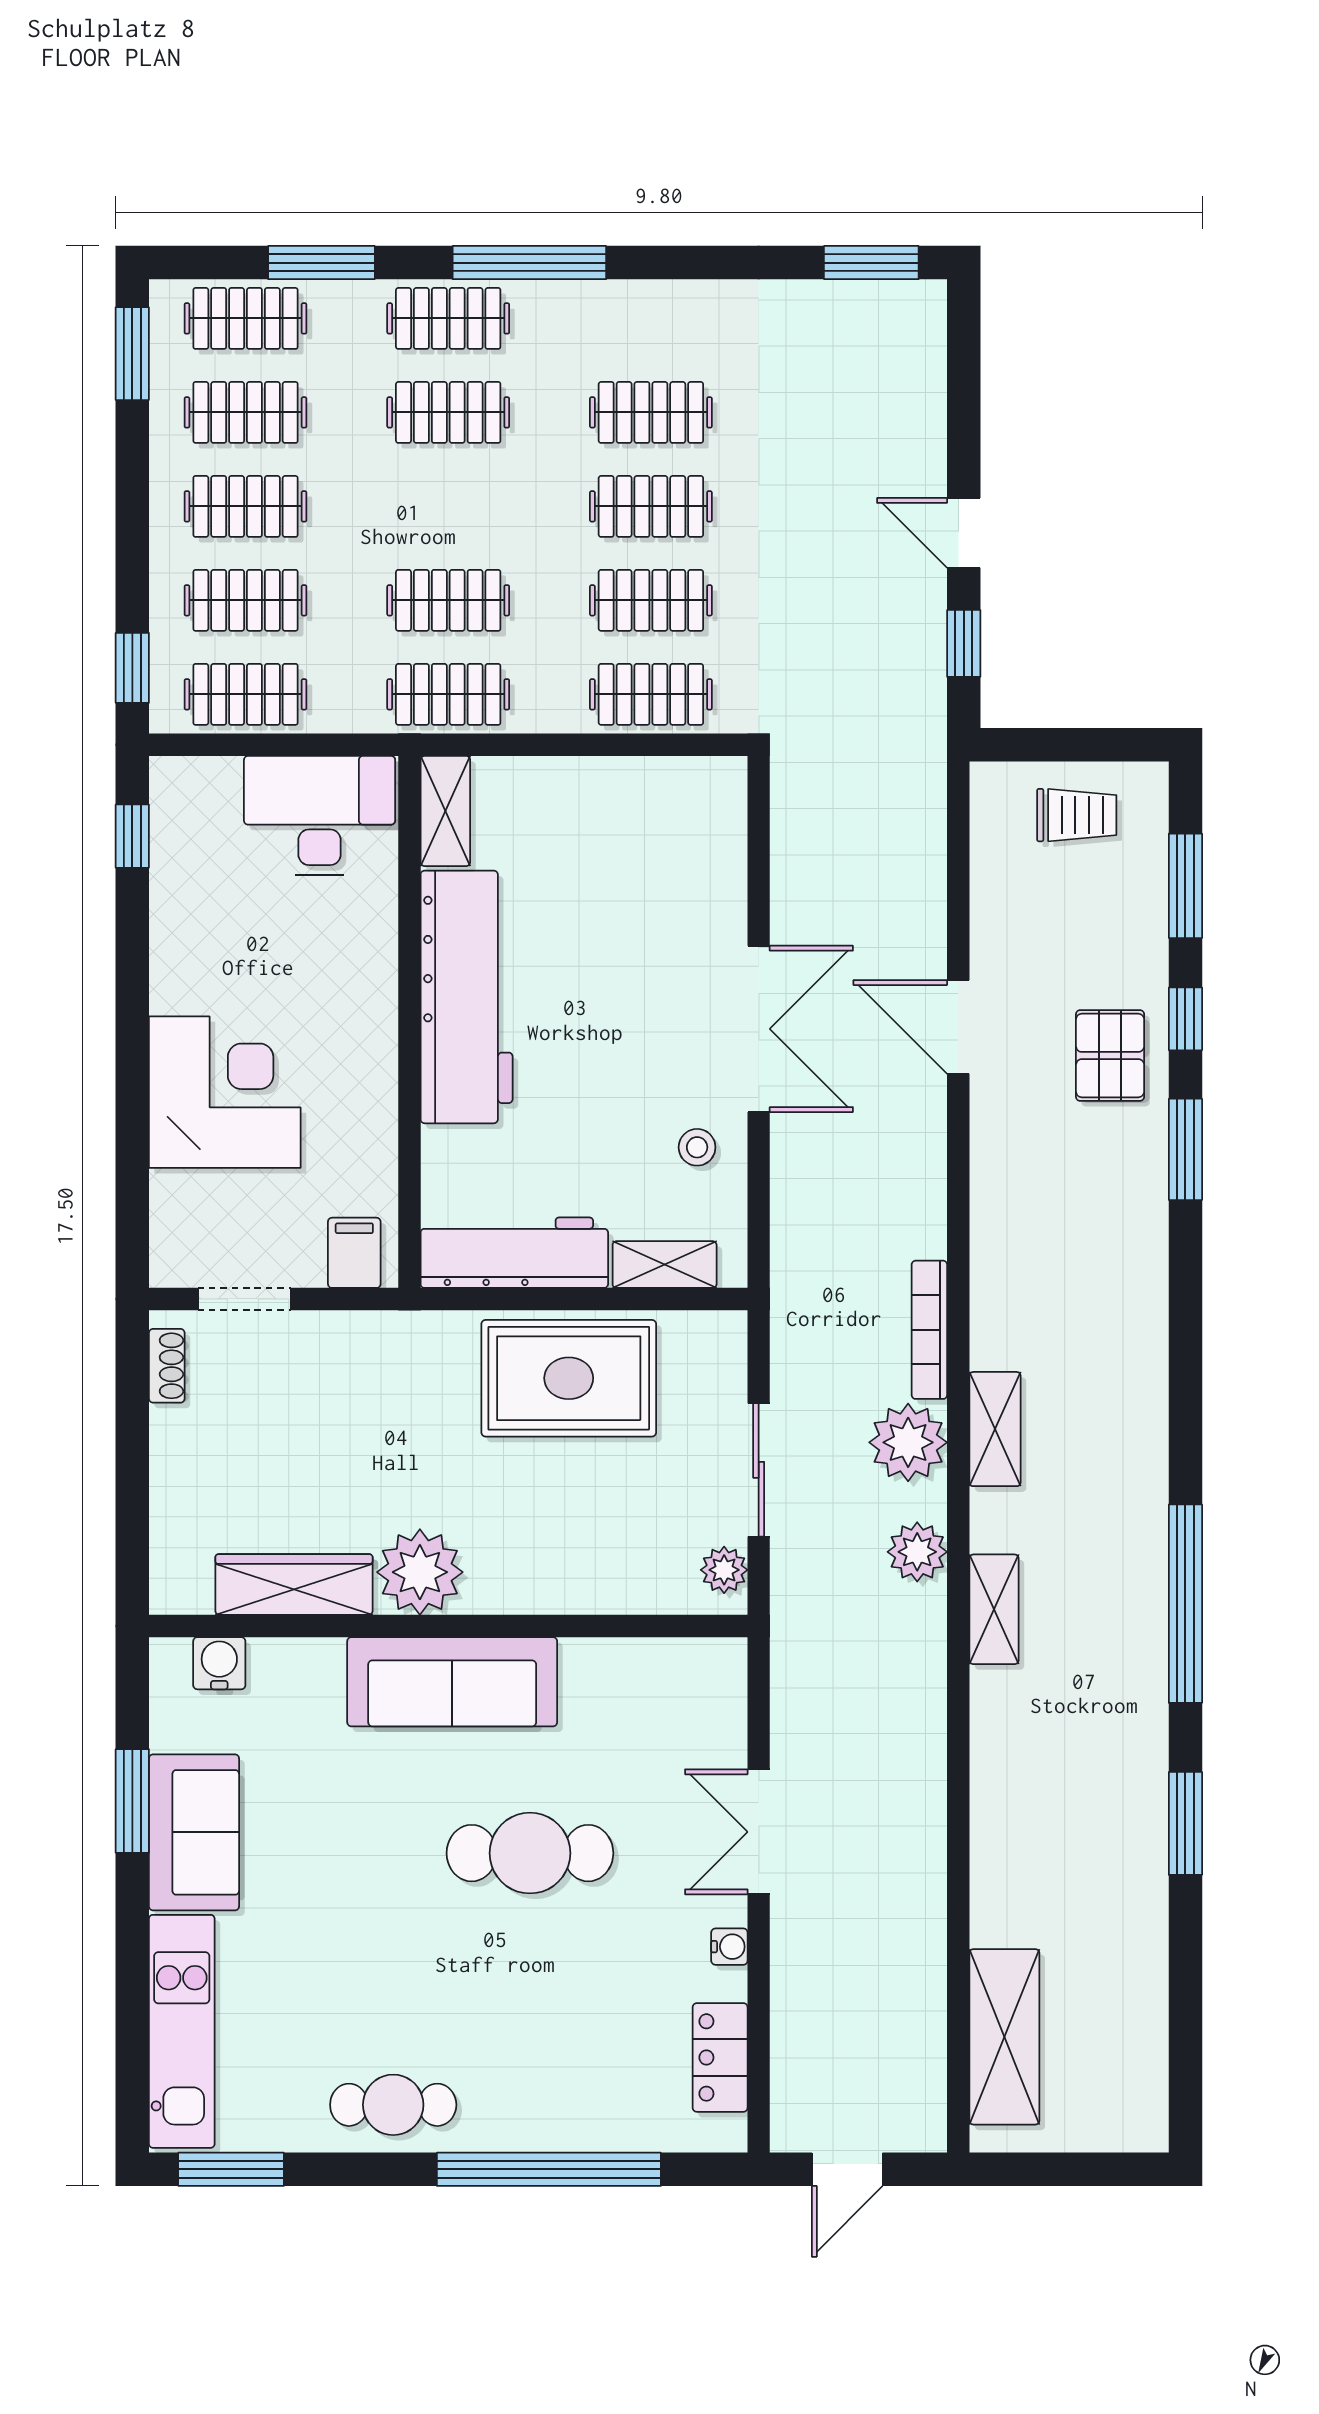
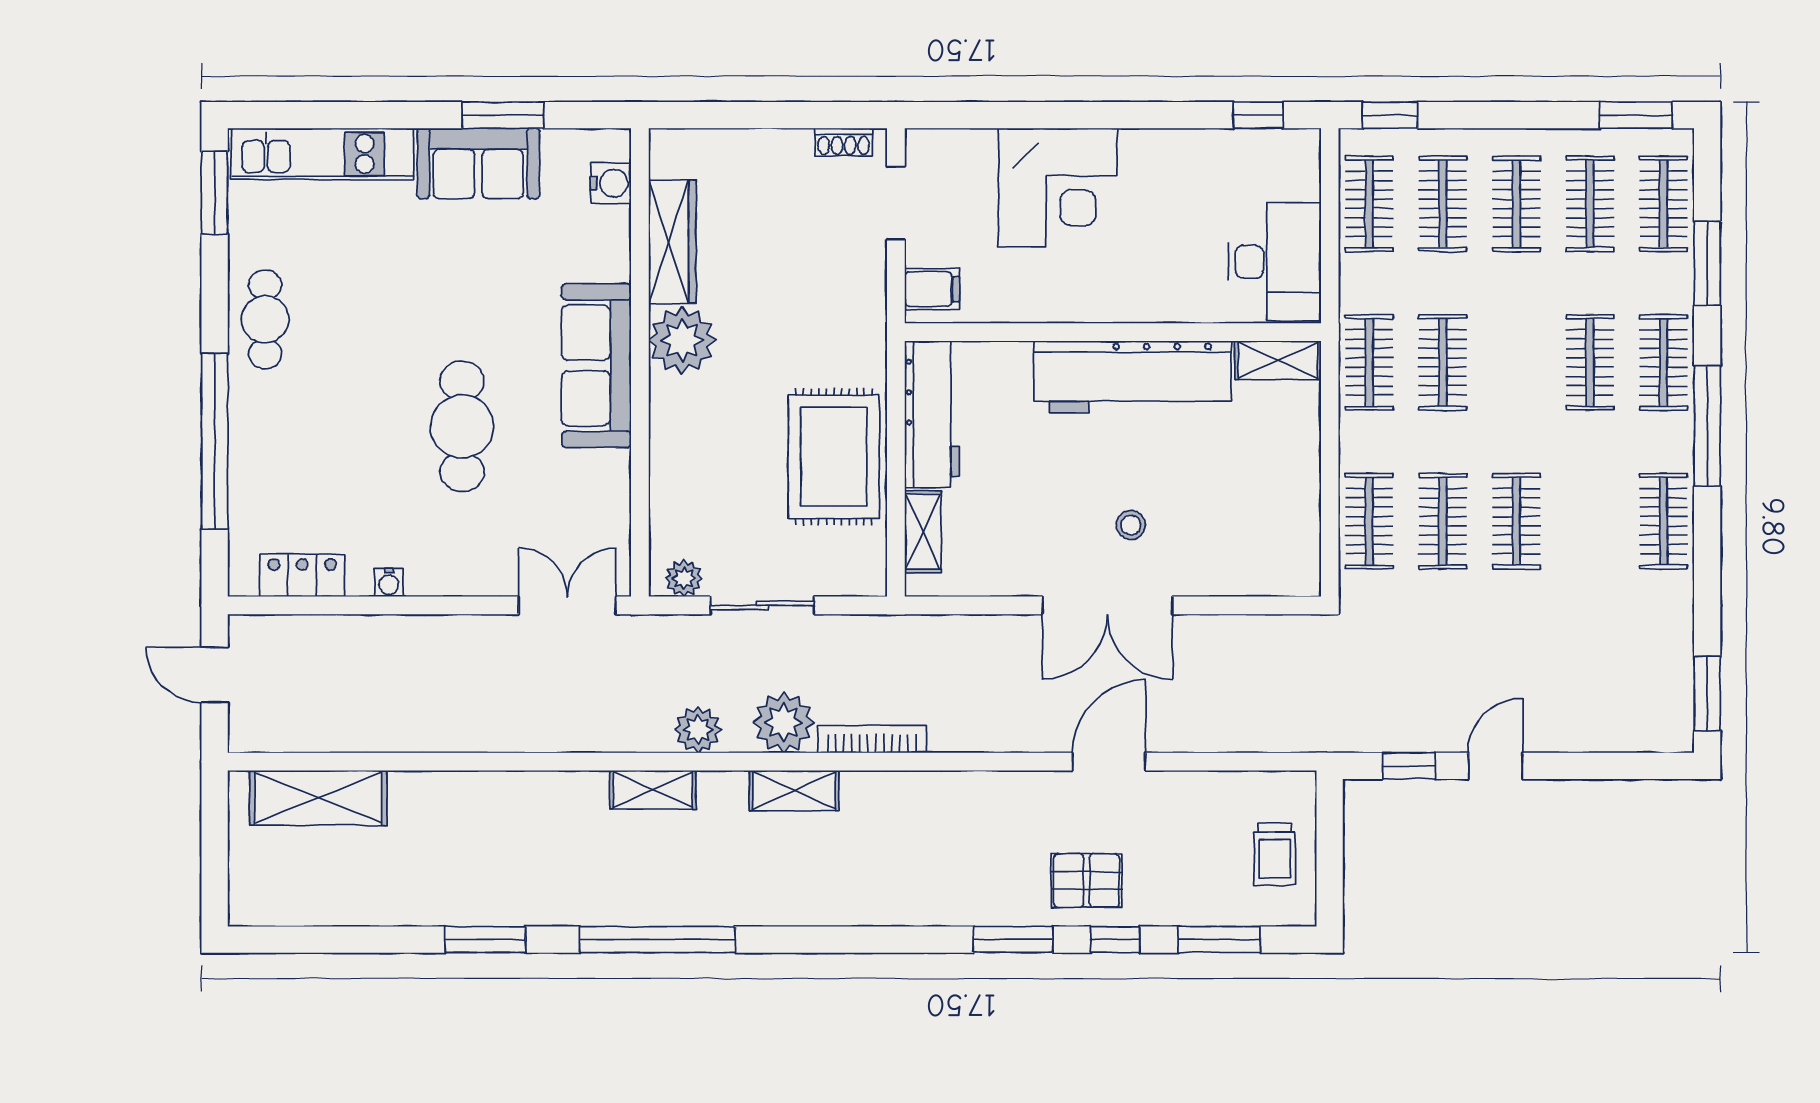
clothes rail: (651, 412) -> (1663, 521), moved
stool: (697, 1147) -> (1131, 525), moved
double door: (759, 1832) -> (567, 605), moved

